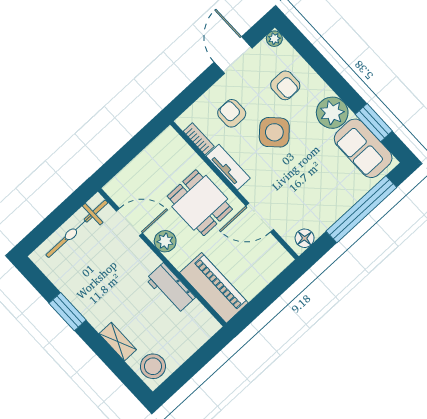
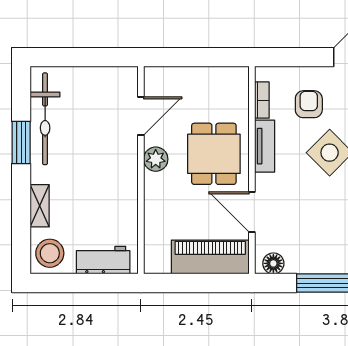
door: (129, 222) -> (141, 116), hinge flipped
bicycle: (77, 229) -> (45, 119), moved, turned -90
workbench: (171, 288) -> (103, 260), moved, turned 90
piano: (214, 288) -> (210, 257), moved, turned -90

